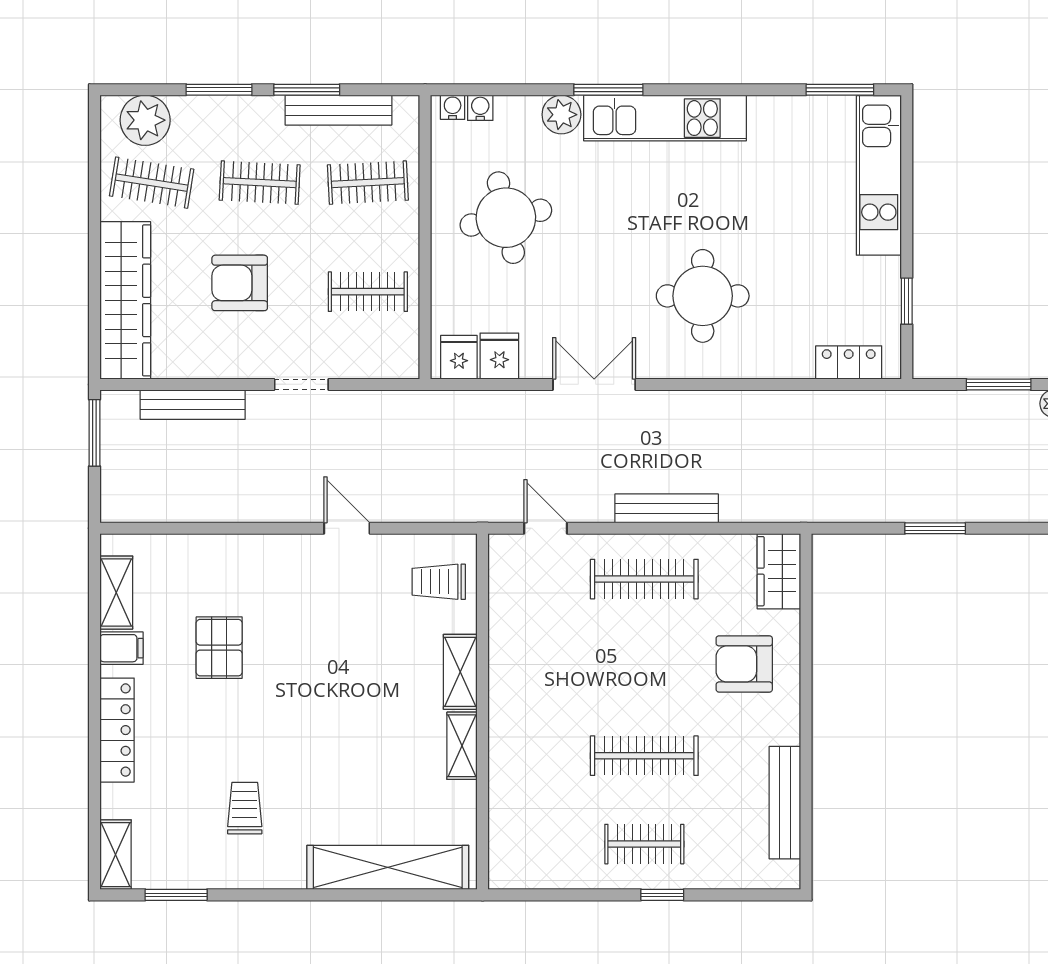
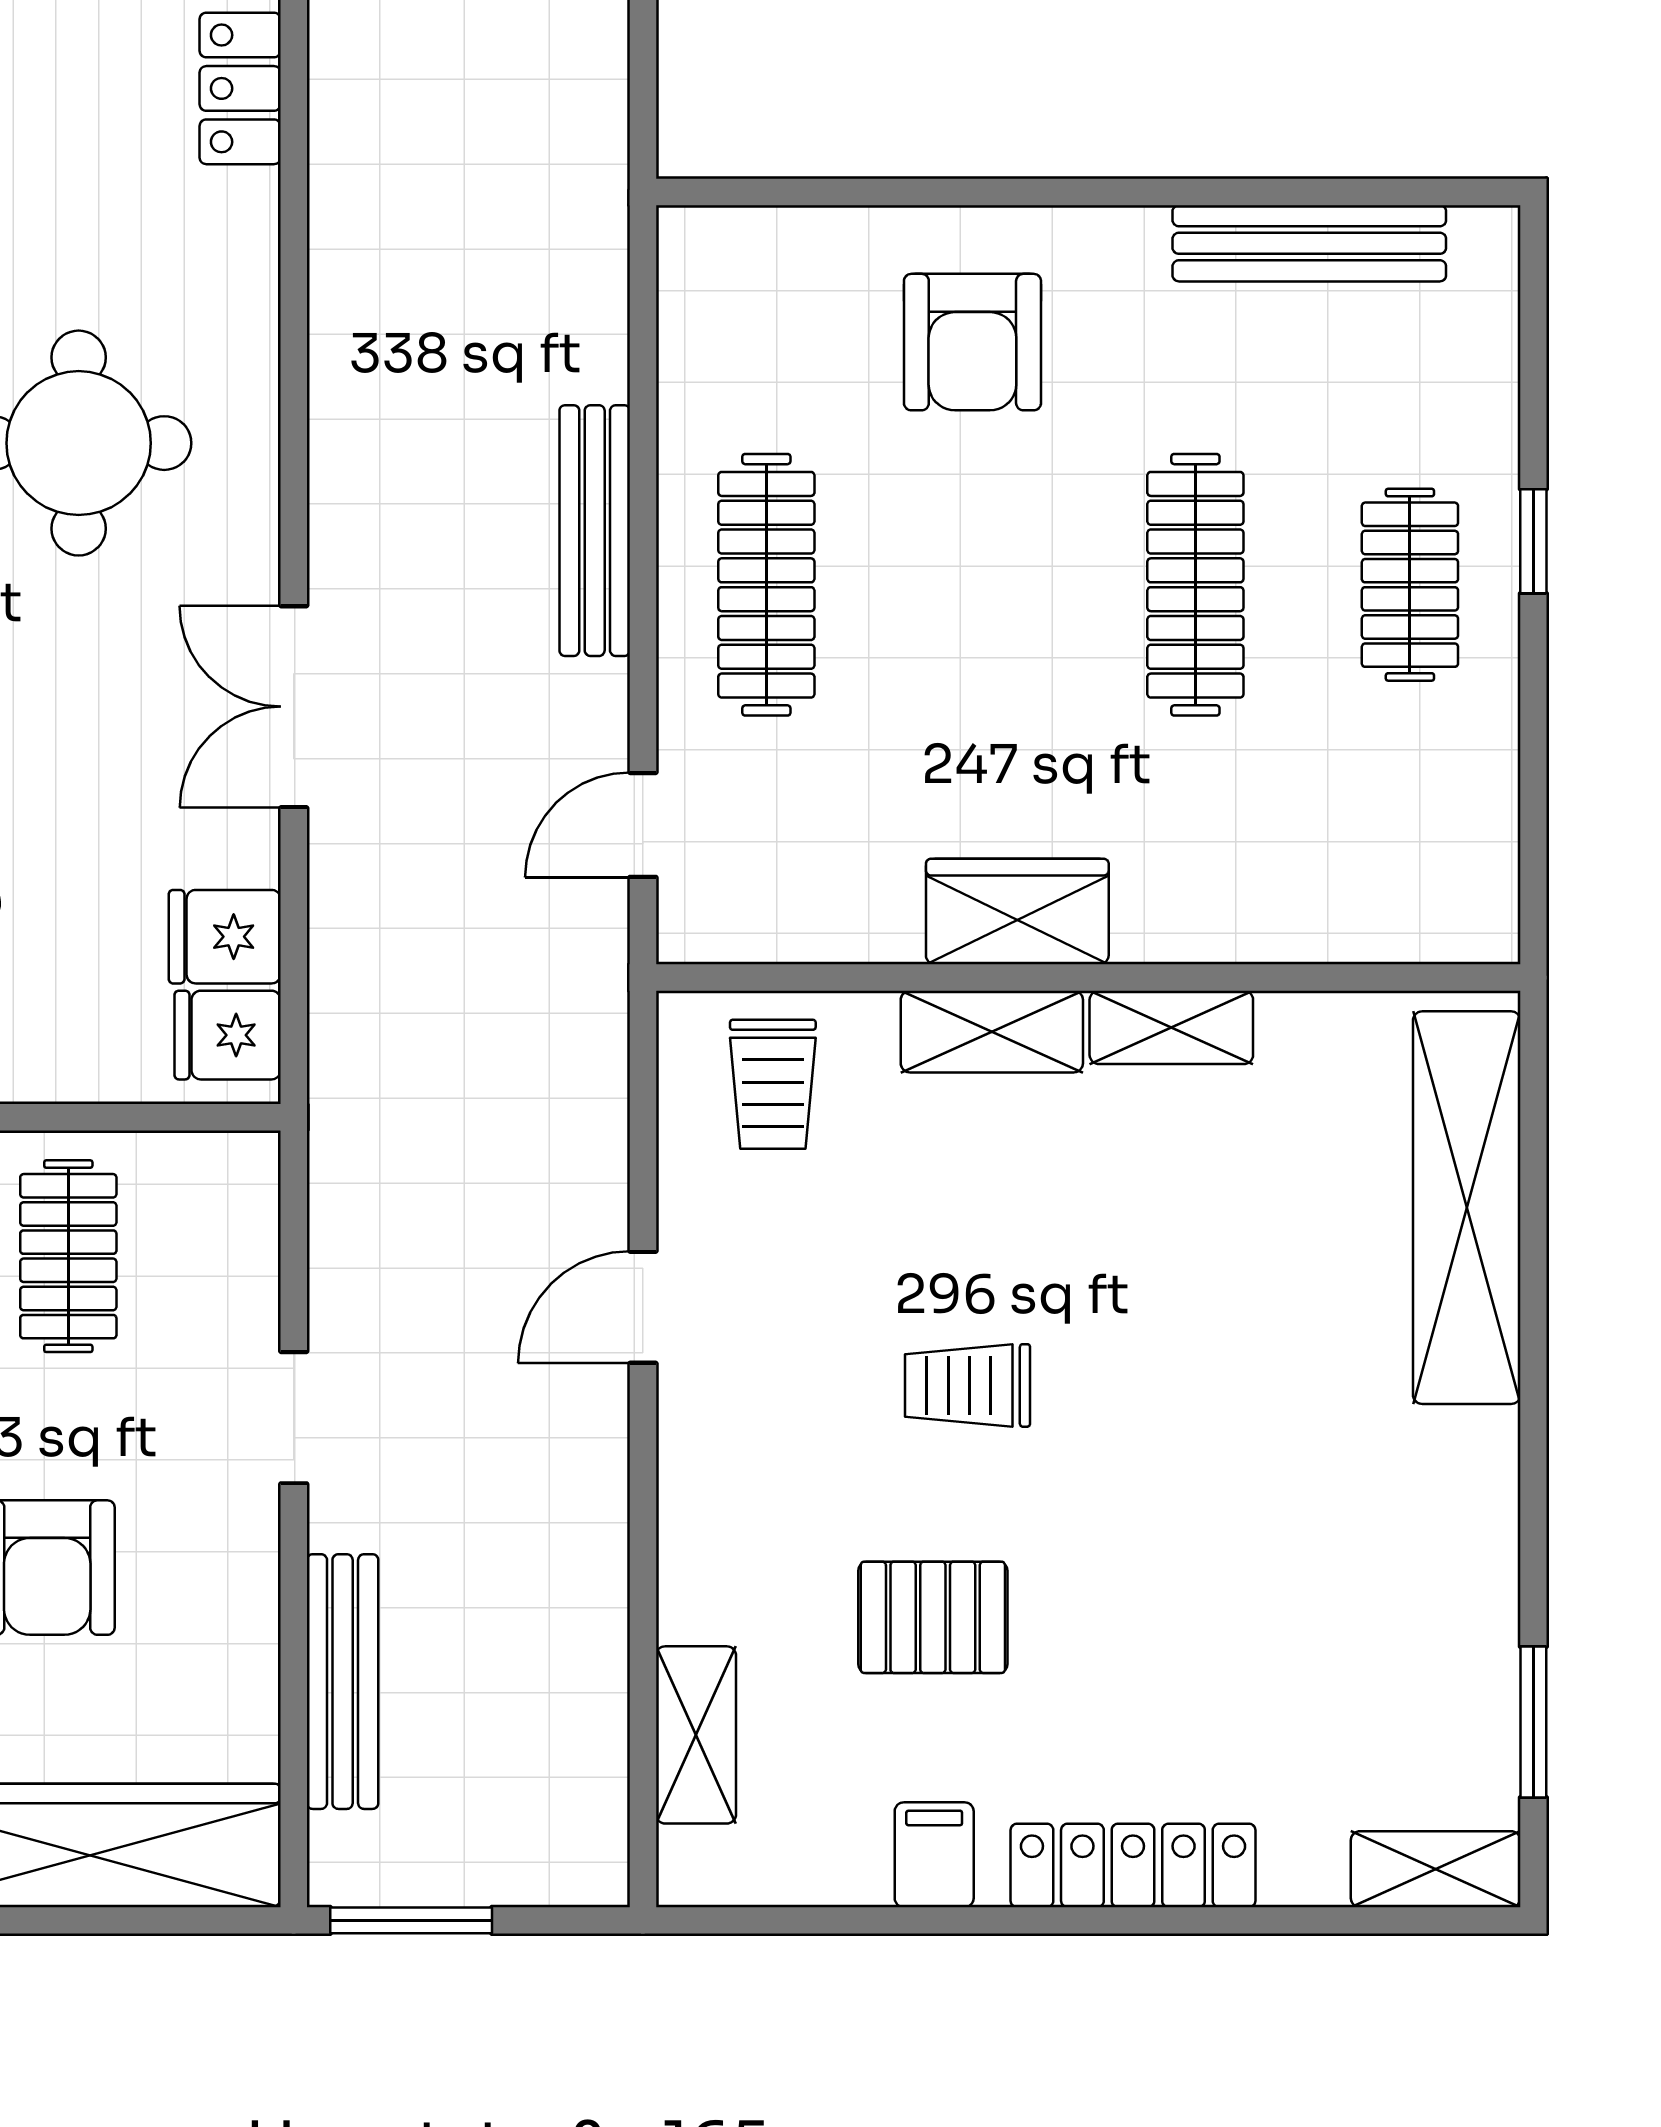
wardrobe: (779, 571) -> (1017, 912), moved, turned 180
shelving: (116, 593) -> (696, 1735), moved, turned 90
trolley: (245, 808) -> (967, 1385), moved

